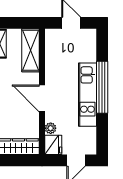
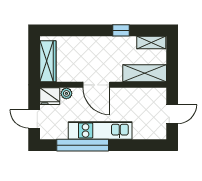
window: (102, 87) -> (83, 145), moved
door: (42, 98) -> (96, 85), swing flipped

